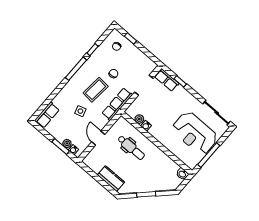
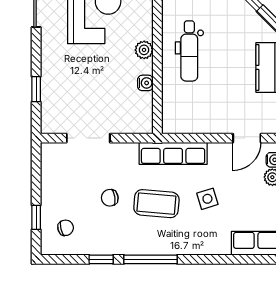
row of seats: (167, 80) -> (51, 111), removed
row of seats: (117, 104) -> (173, 153), moved
plant: (139, 119) -> (144, 50), moved
door: (98, 138) -> (247, 138), moved
dental chair: (131, 148) -> (189, 51), moved, turned 180

